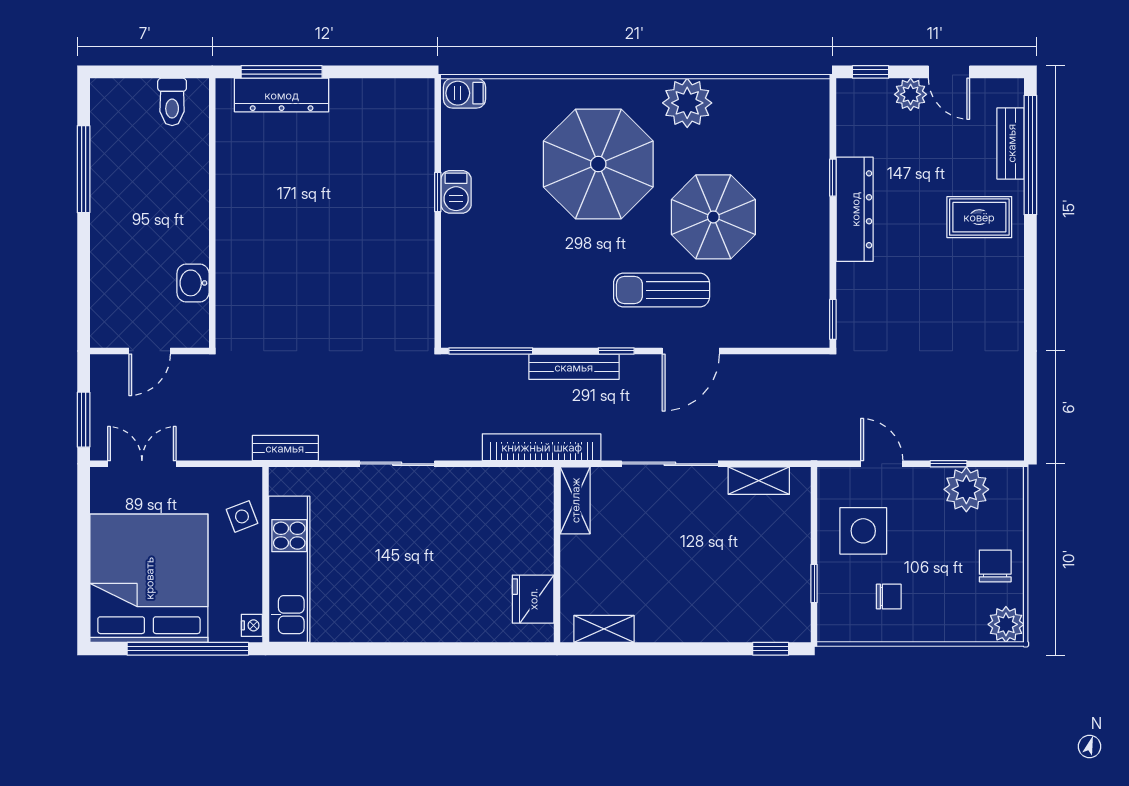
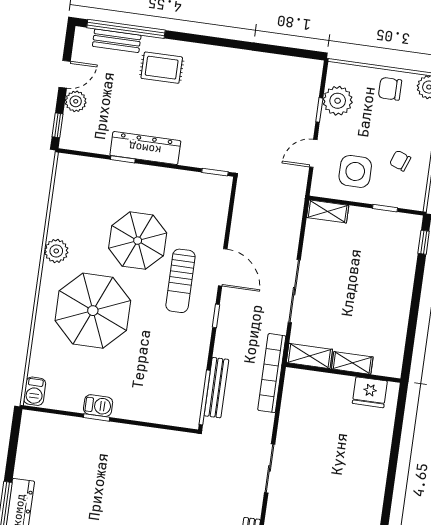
plant: (687, 103) -> (56, 251), width x0.73, depth x0.73
rug: (979, 217) -> (162, 68), turned 90
bench: (574, 367) -> (216, 388), moved
shelving: (759, 481) -> (328, 211), moved, turned 90
chair: (889, 596) -> (400, 161), turned -70
shelving: (604, 629) -> (352, 363), moved, turned 90

